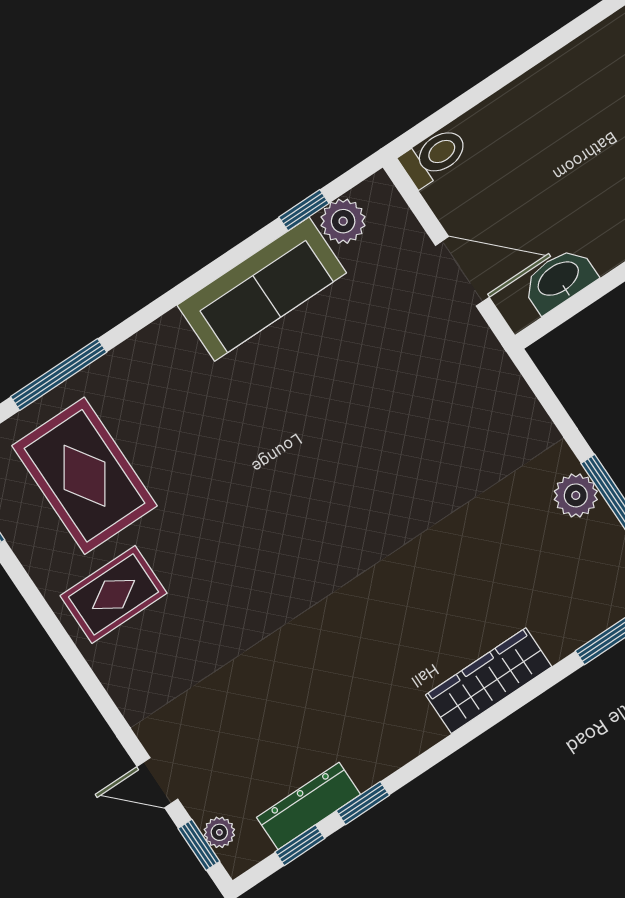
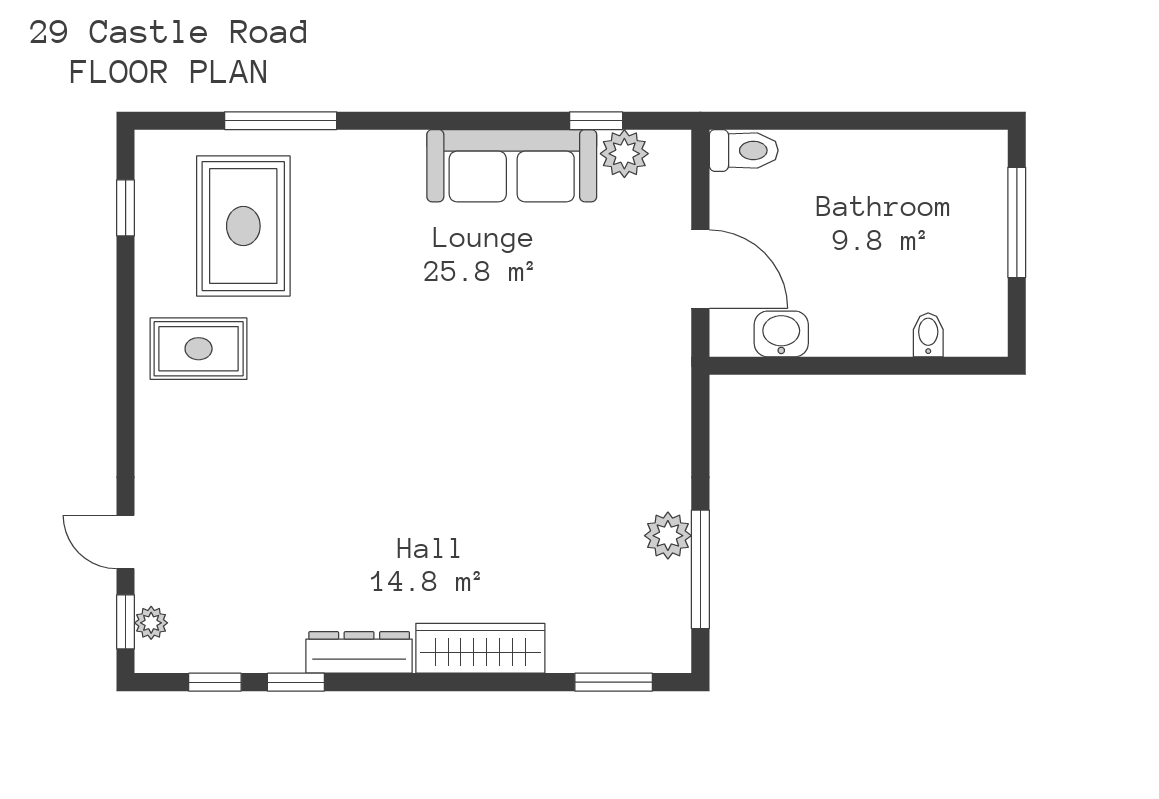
washbasin: (559, 280) -> (781, 334), width x0.72
dresser: (309, 806) -> (359, 652), moved

